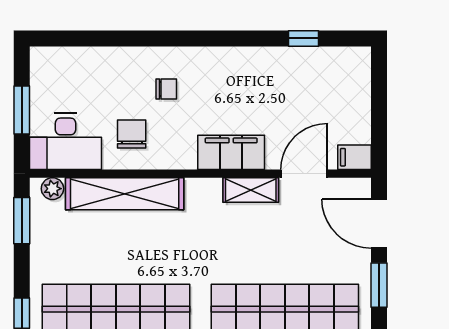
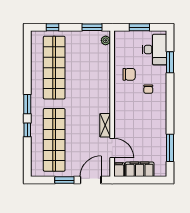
window: (103, 38) -> (170, 62), added
window: (303, 38) -> (170, 148), width x2.17
desk: (65, 142) -> (155, 49), moved, turned 180
filing cabinet: (231, 152) -> (140, 169), moved, turned -90
shelving: (125, 194) -> (104, 71), removed

